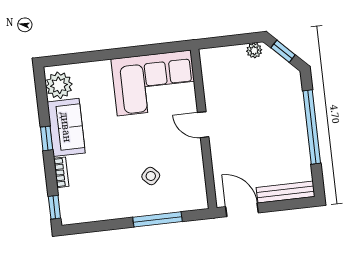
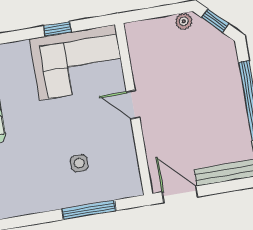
window: (137, 51) -> (57, 29), added
side table: (151, 176) -> (79, 163), turned 45

